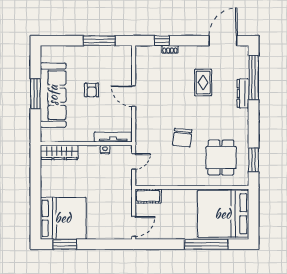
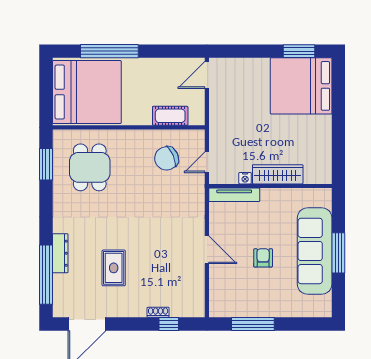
chair: (182, 138) -> (167, 158), moved, turned -120
wardrobe: (59, 152) -> (278, 174), moved
cot: (148, 196) -> (170, 116), moved

